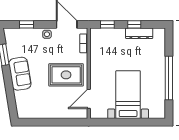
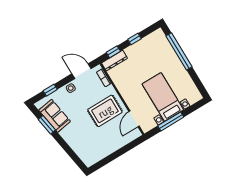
dresser: (139, 33) -> (114, 61), moved
sofa: (20, 74) -> (55, 116), moved
window: (169, 78) -> (179, 51), moved
window: (122, 122) -> (171, 121), added

